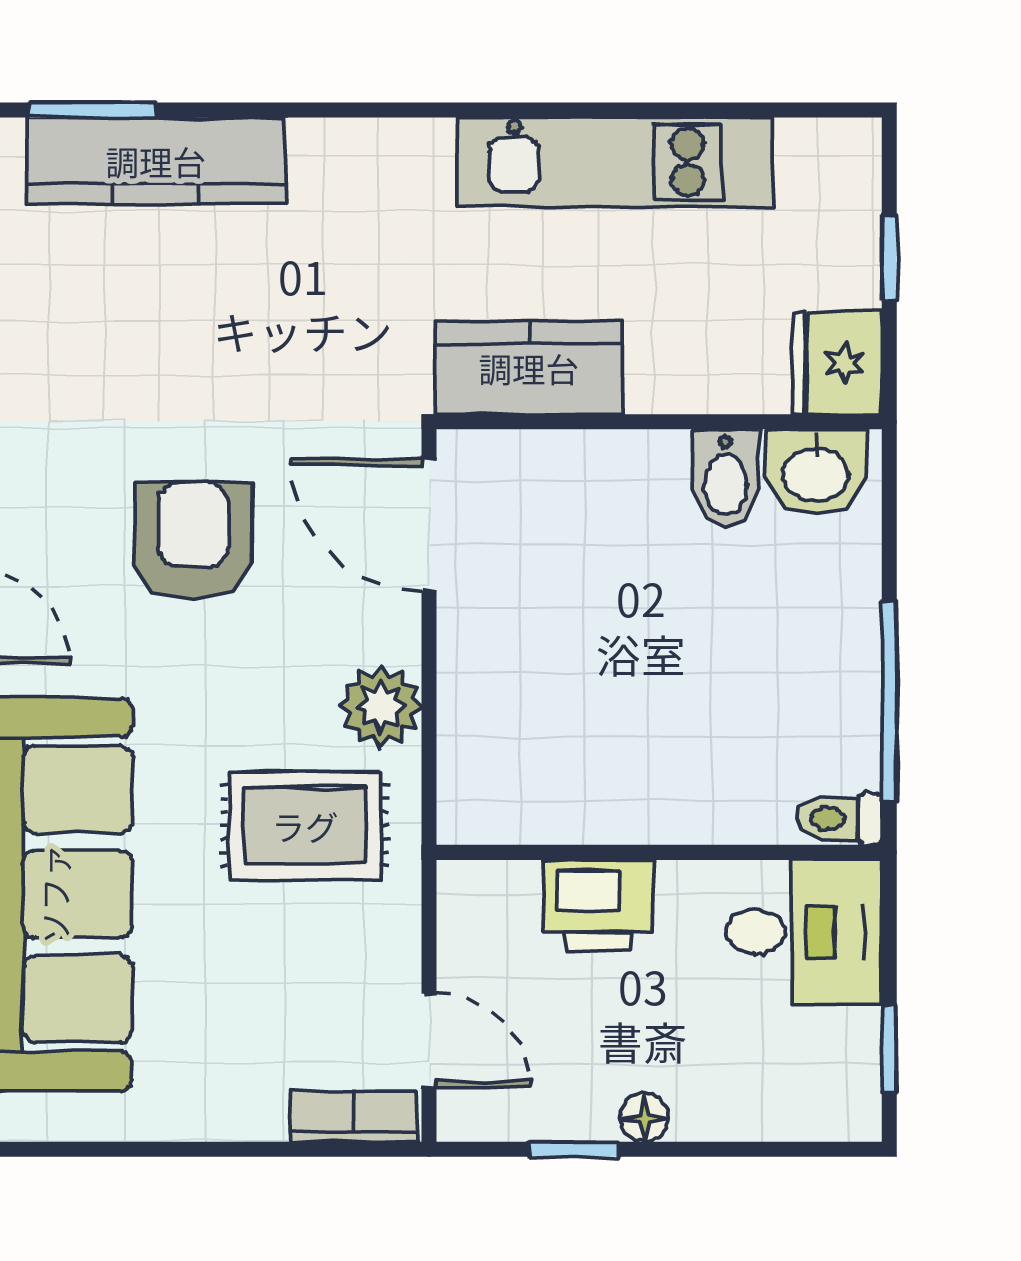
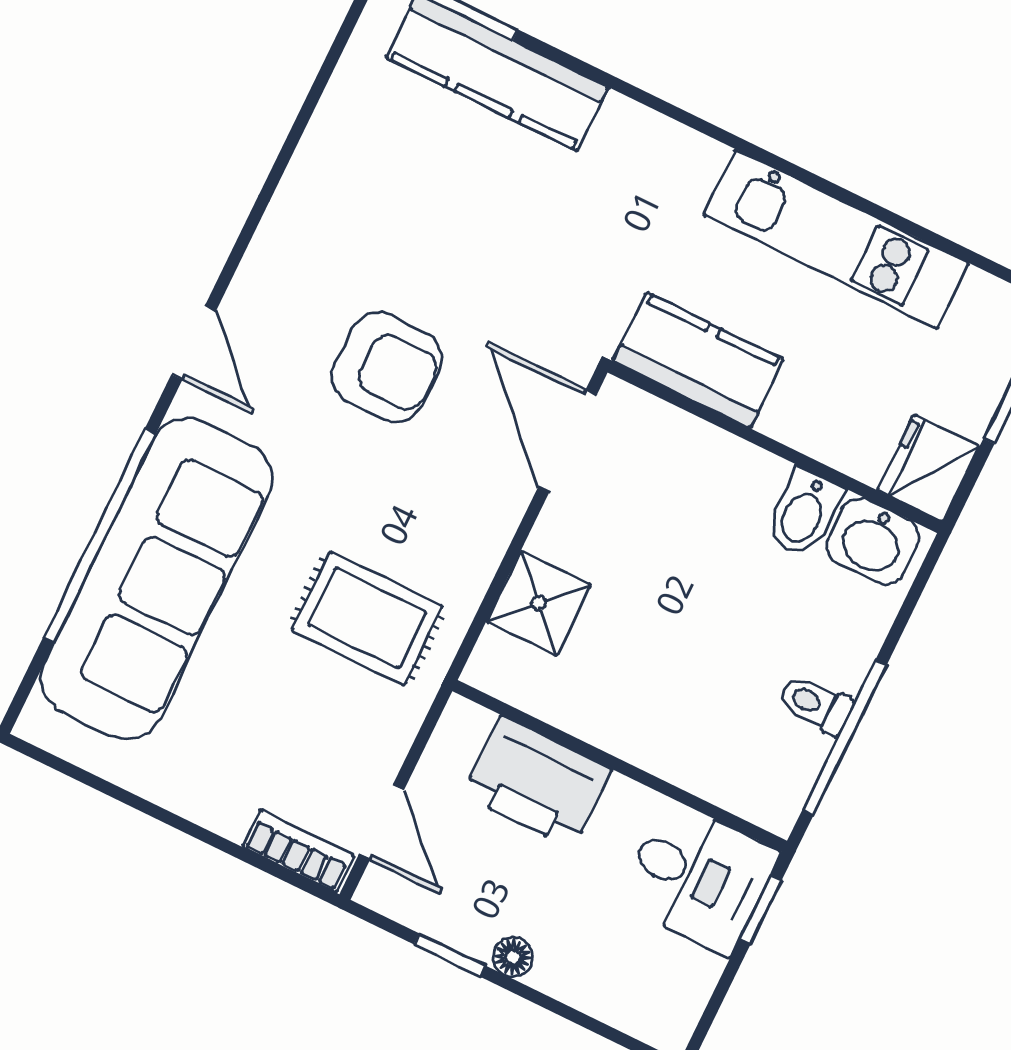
armchair: (193, 541) -> (387, 367), turned 90
plant: (381, 706) -> (466, 557), removed
shower: (484, 718) -> (539, 603), added
toilet: (840, 819) -> (815, 704), moved
printer: (598, 905) -> (537, 782), width x1.37, depth x1.19
window: (889, 1049) -> (760, 910), moved

